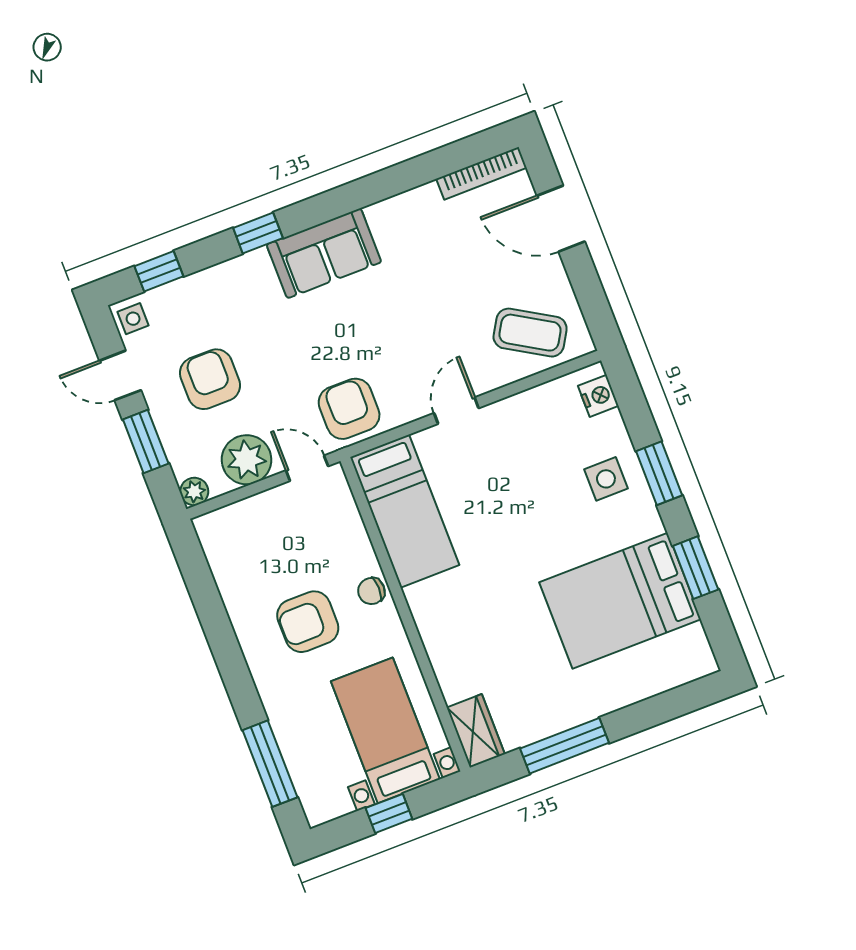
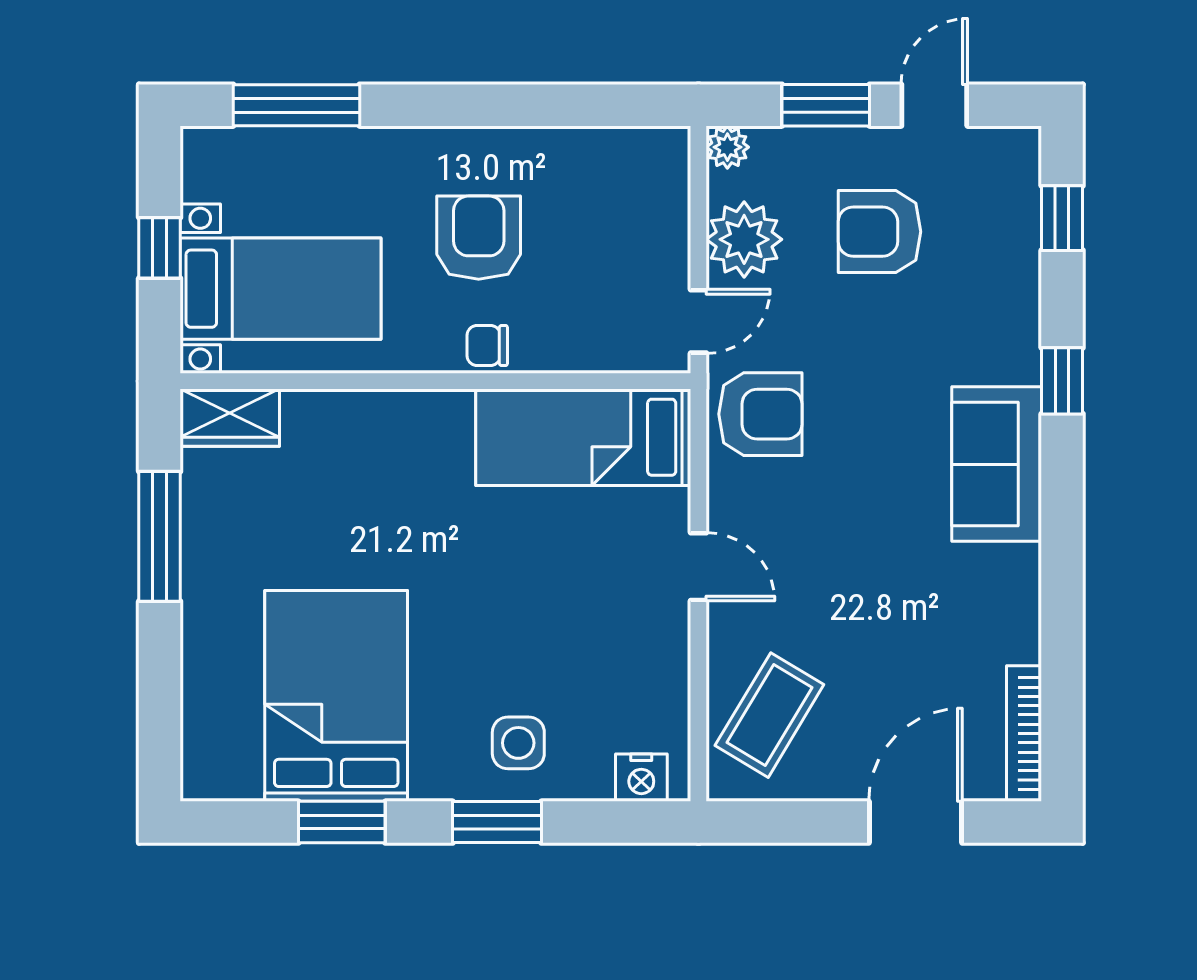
side table: (133, 319) -> (1008, 155), removed
armchair: (210, 379) -> (879, 232), turned 180
chair: (371, 591) -> (487, 345), turned -90

